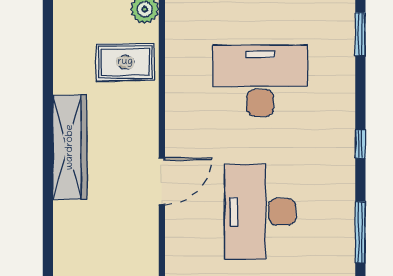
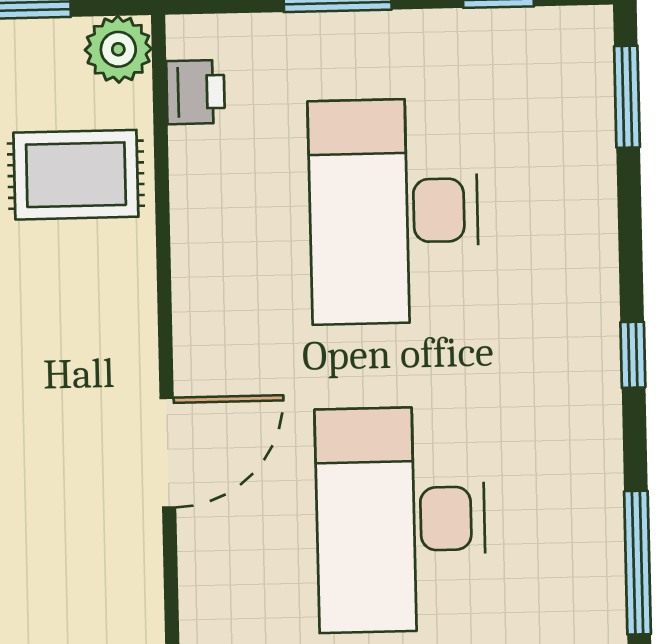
printer: (177, 28) -> (196, 92), added
desk: (260, 81) -> (394, 211), turned -90

